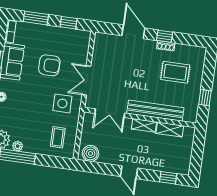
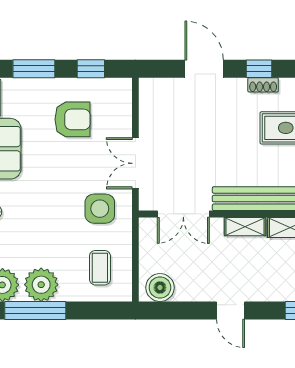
armchair: (49, 65) -> (73, 119), moved
plant: (18, 146) -> (41, 285), width x1.88, depth x1.88

